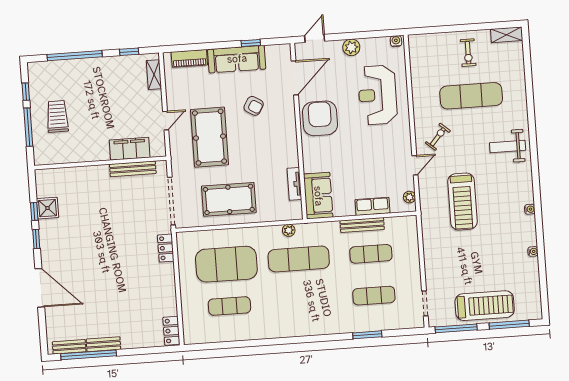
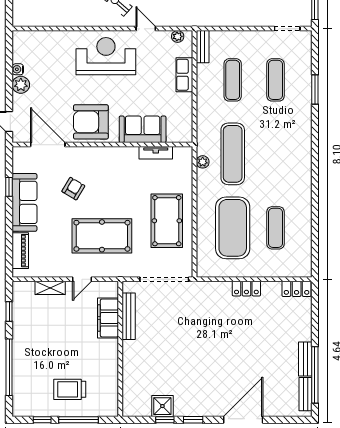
water cooler: (396, 41) -> (18, 69), moved
shelving: (154, 75) -> (50, 288), moved
reception desk: (377, 95) -> (106, 56), moved, turned 180
door: (166, 121) -> (82, 279), swing flipped
sofa: (318, 196) -> (143, 129), moved
bench: (362, 225) -> (203, 47), moved, width x0.73
locker: (166, 248) -> (246, 289), moved

